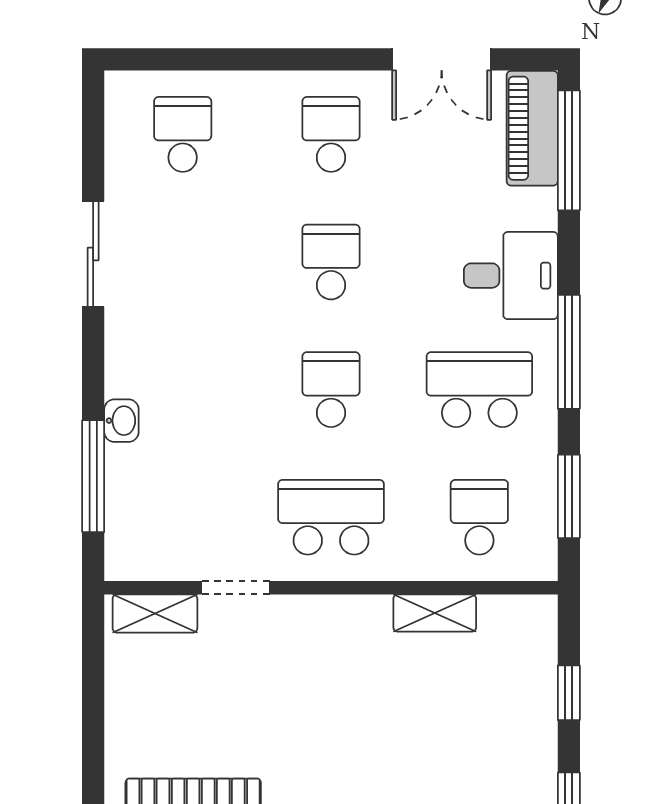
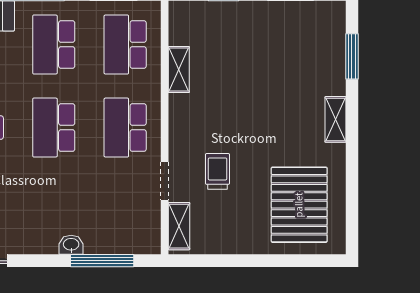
school desk: (331, 390) -> (54, 128), width x1.85
school desk: (479, 517) -> (125, 44), width x1.85
trolley: (253, 682) -> (218, 171), added

